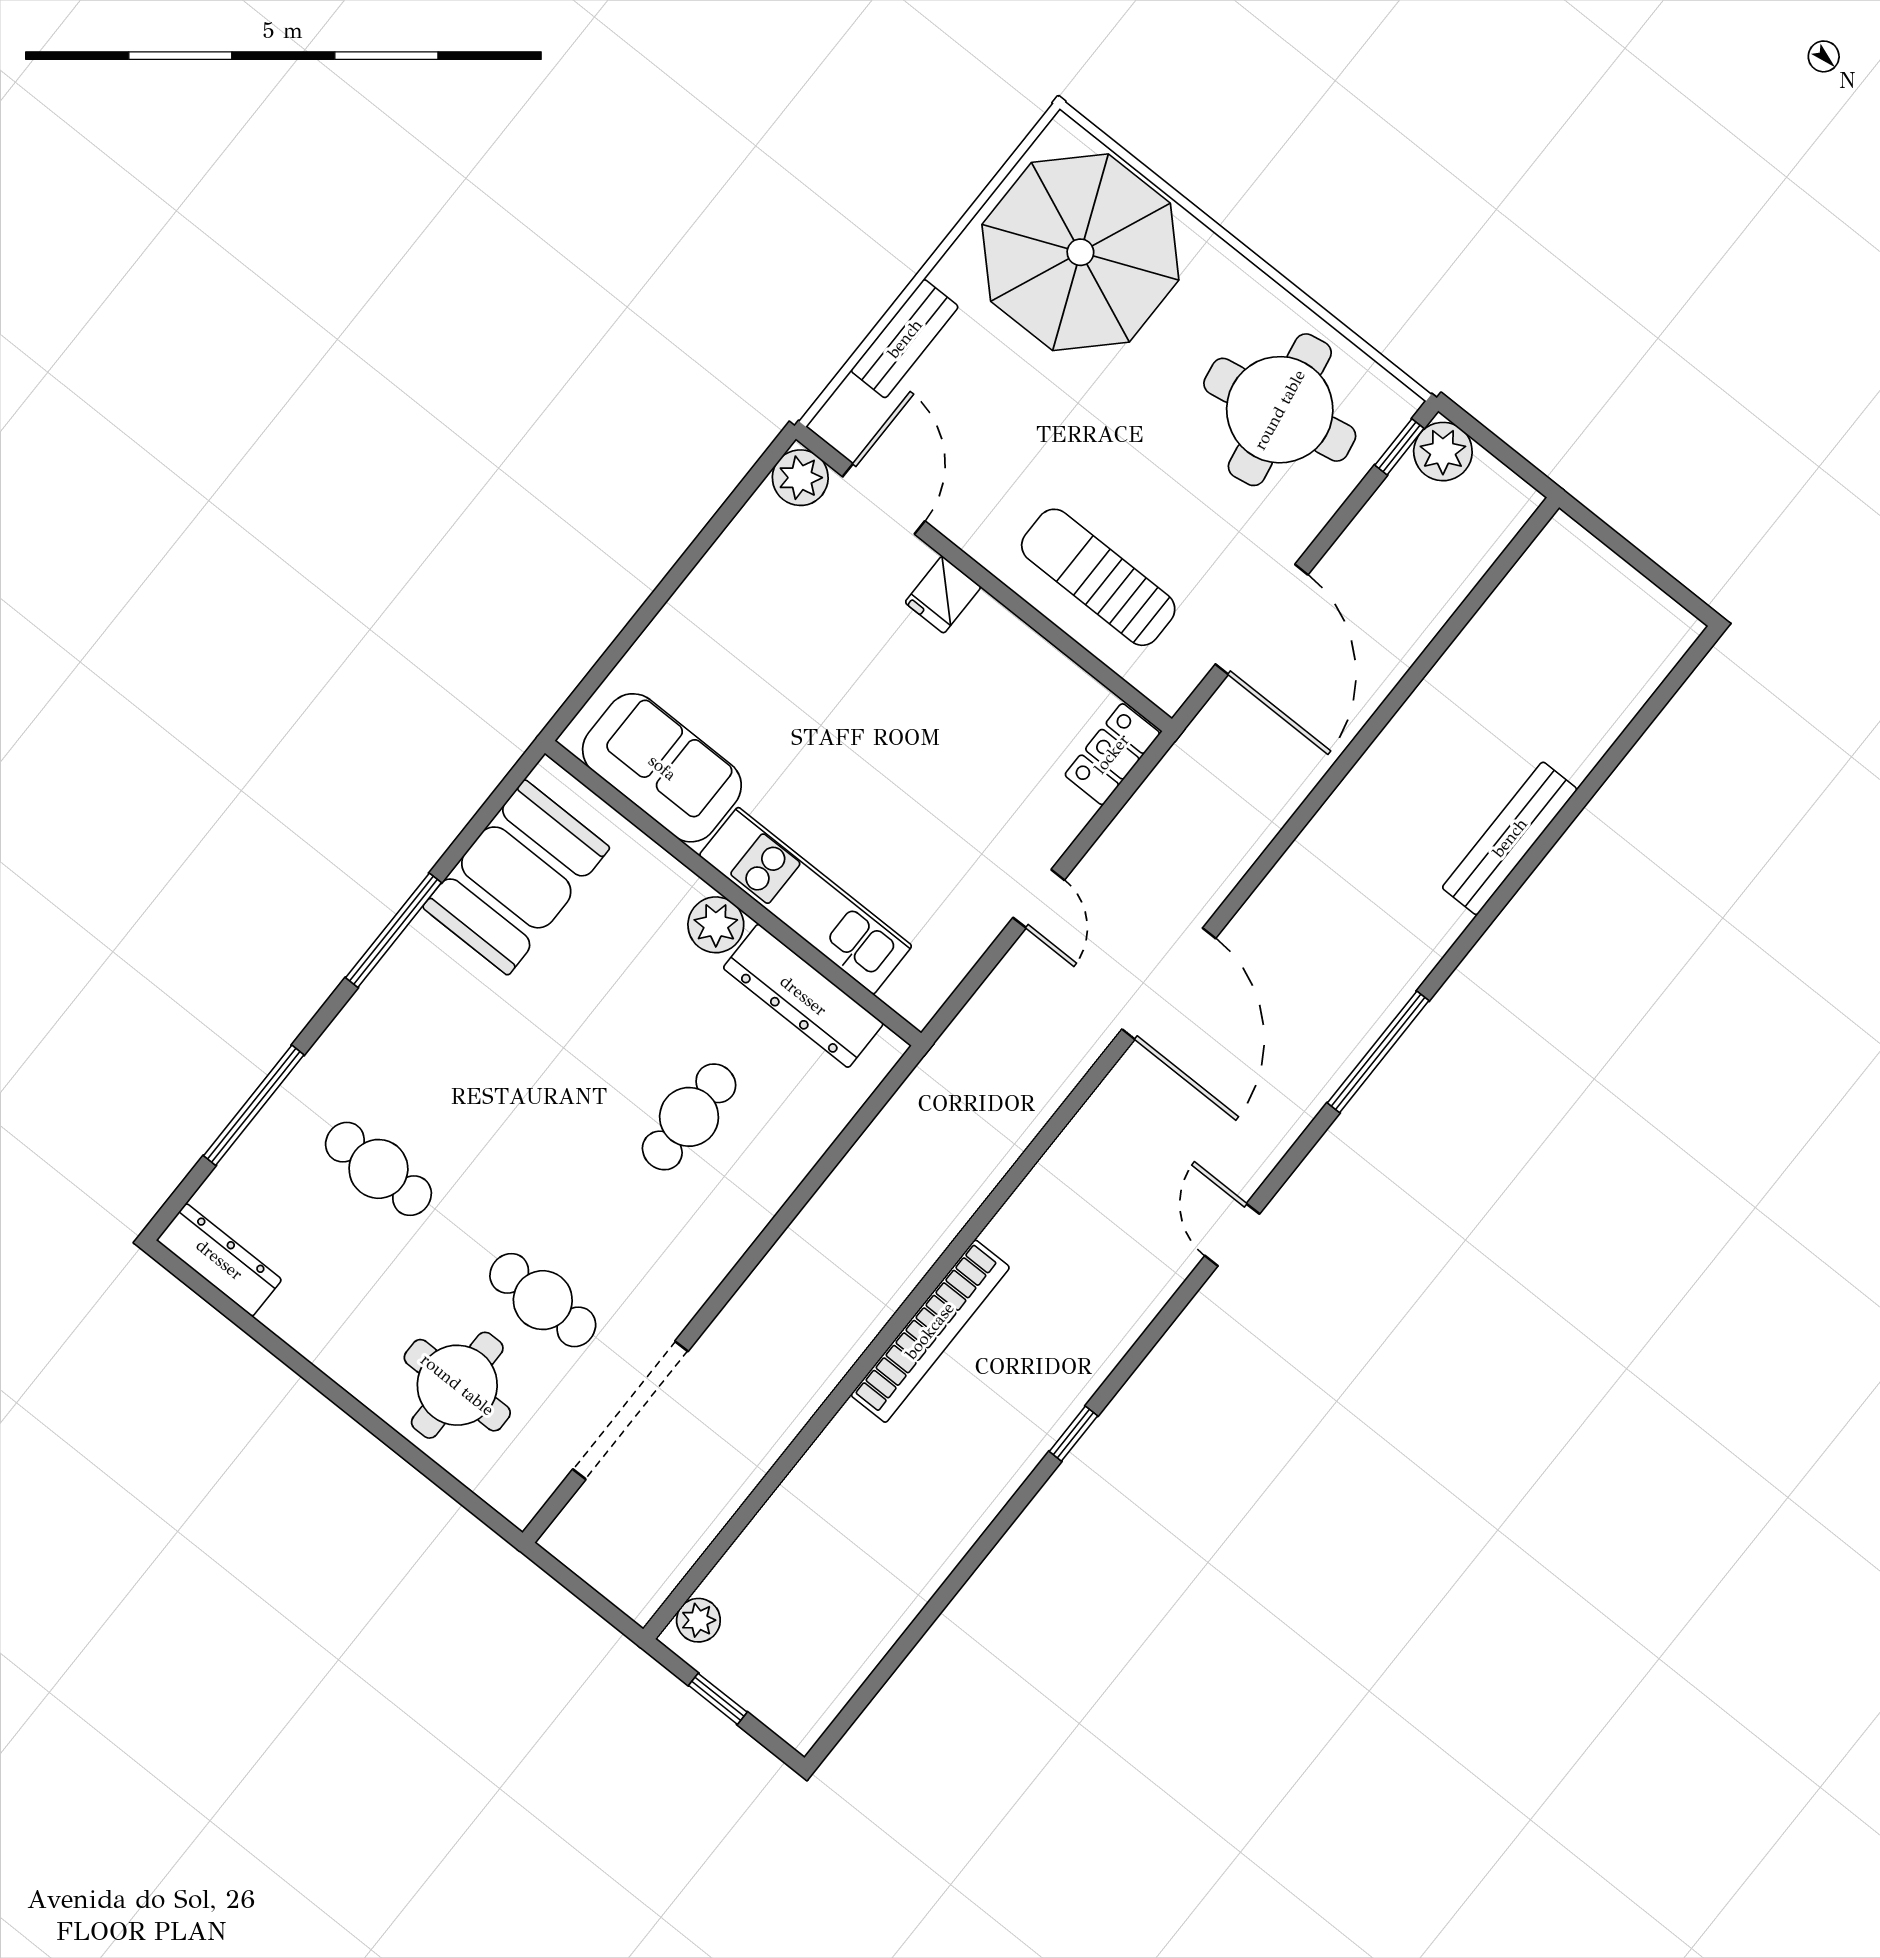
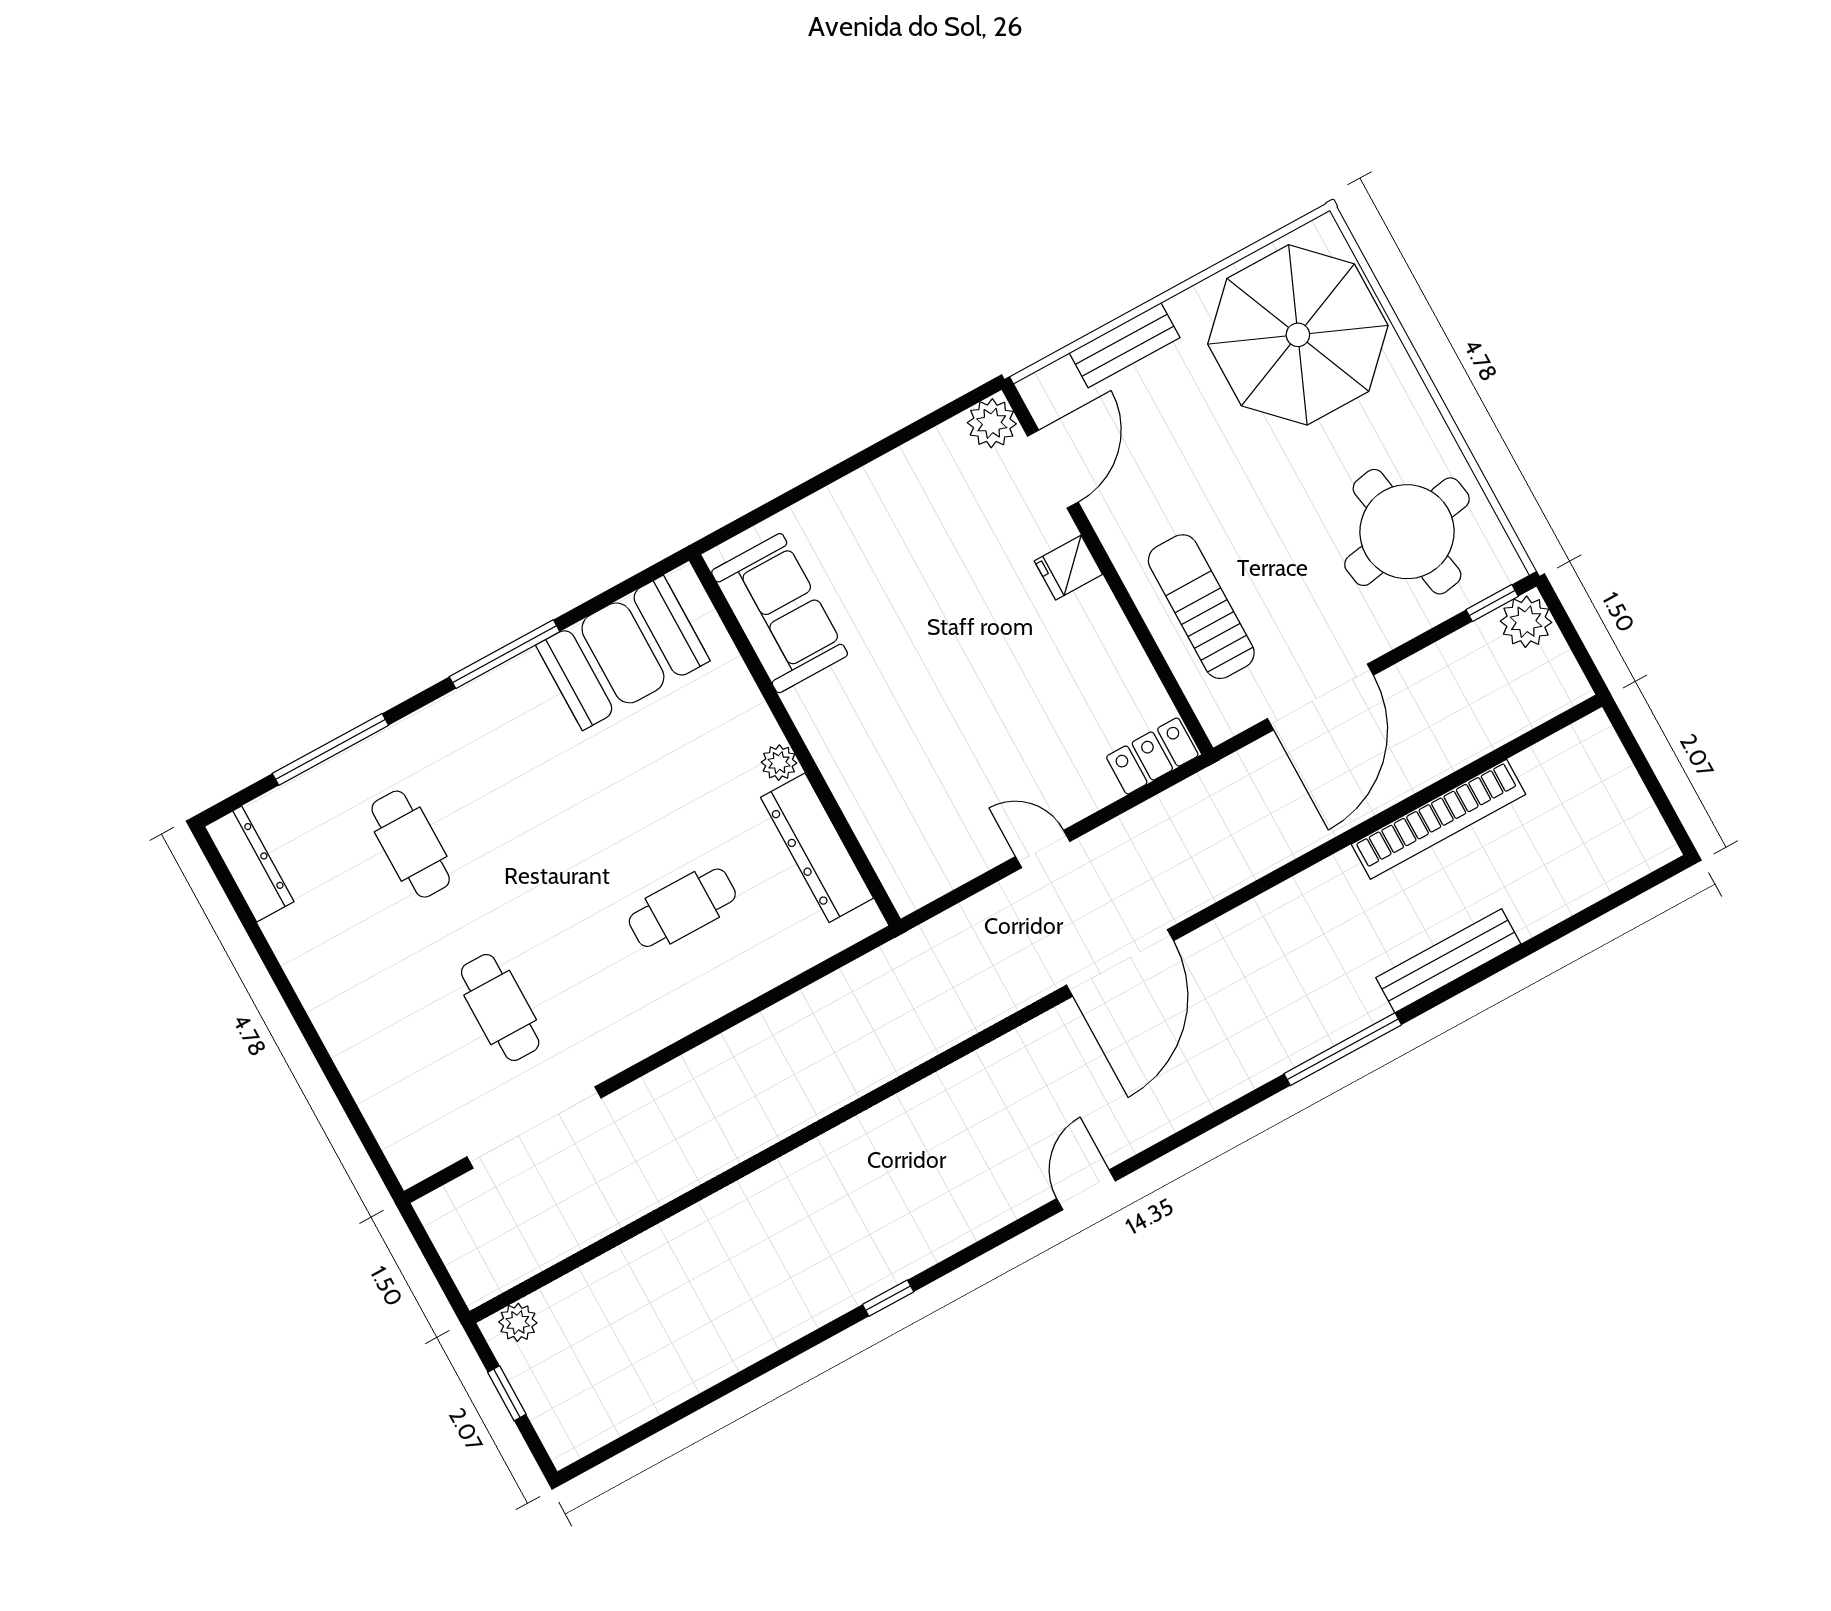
door: (1039, 899) -> (1043, 849), swing flipped
kitchen unit: (806, 901) -> (851, 771), removed
plant: (716, 925) -> (779, 763), width x0.73, depth x0.73
window: (1378, 1052) -> (1343, 1049), moved
bookcase: (930, 1331) -> (1438, 819), moved
round table: (457, 1385) -> (401, 1048), removed

